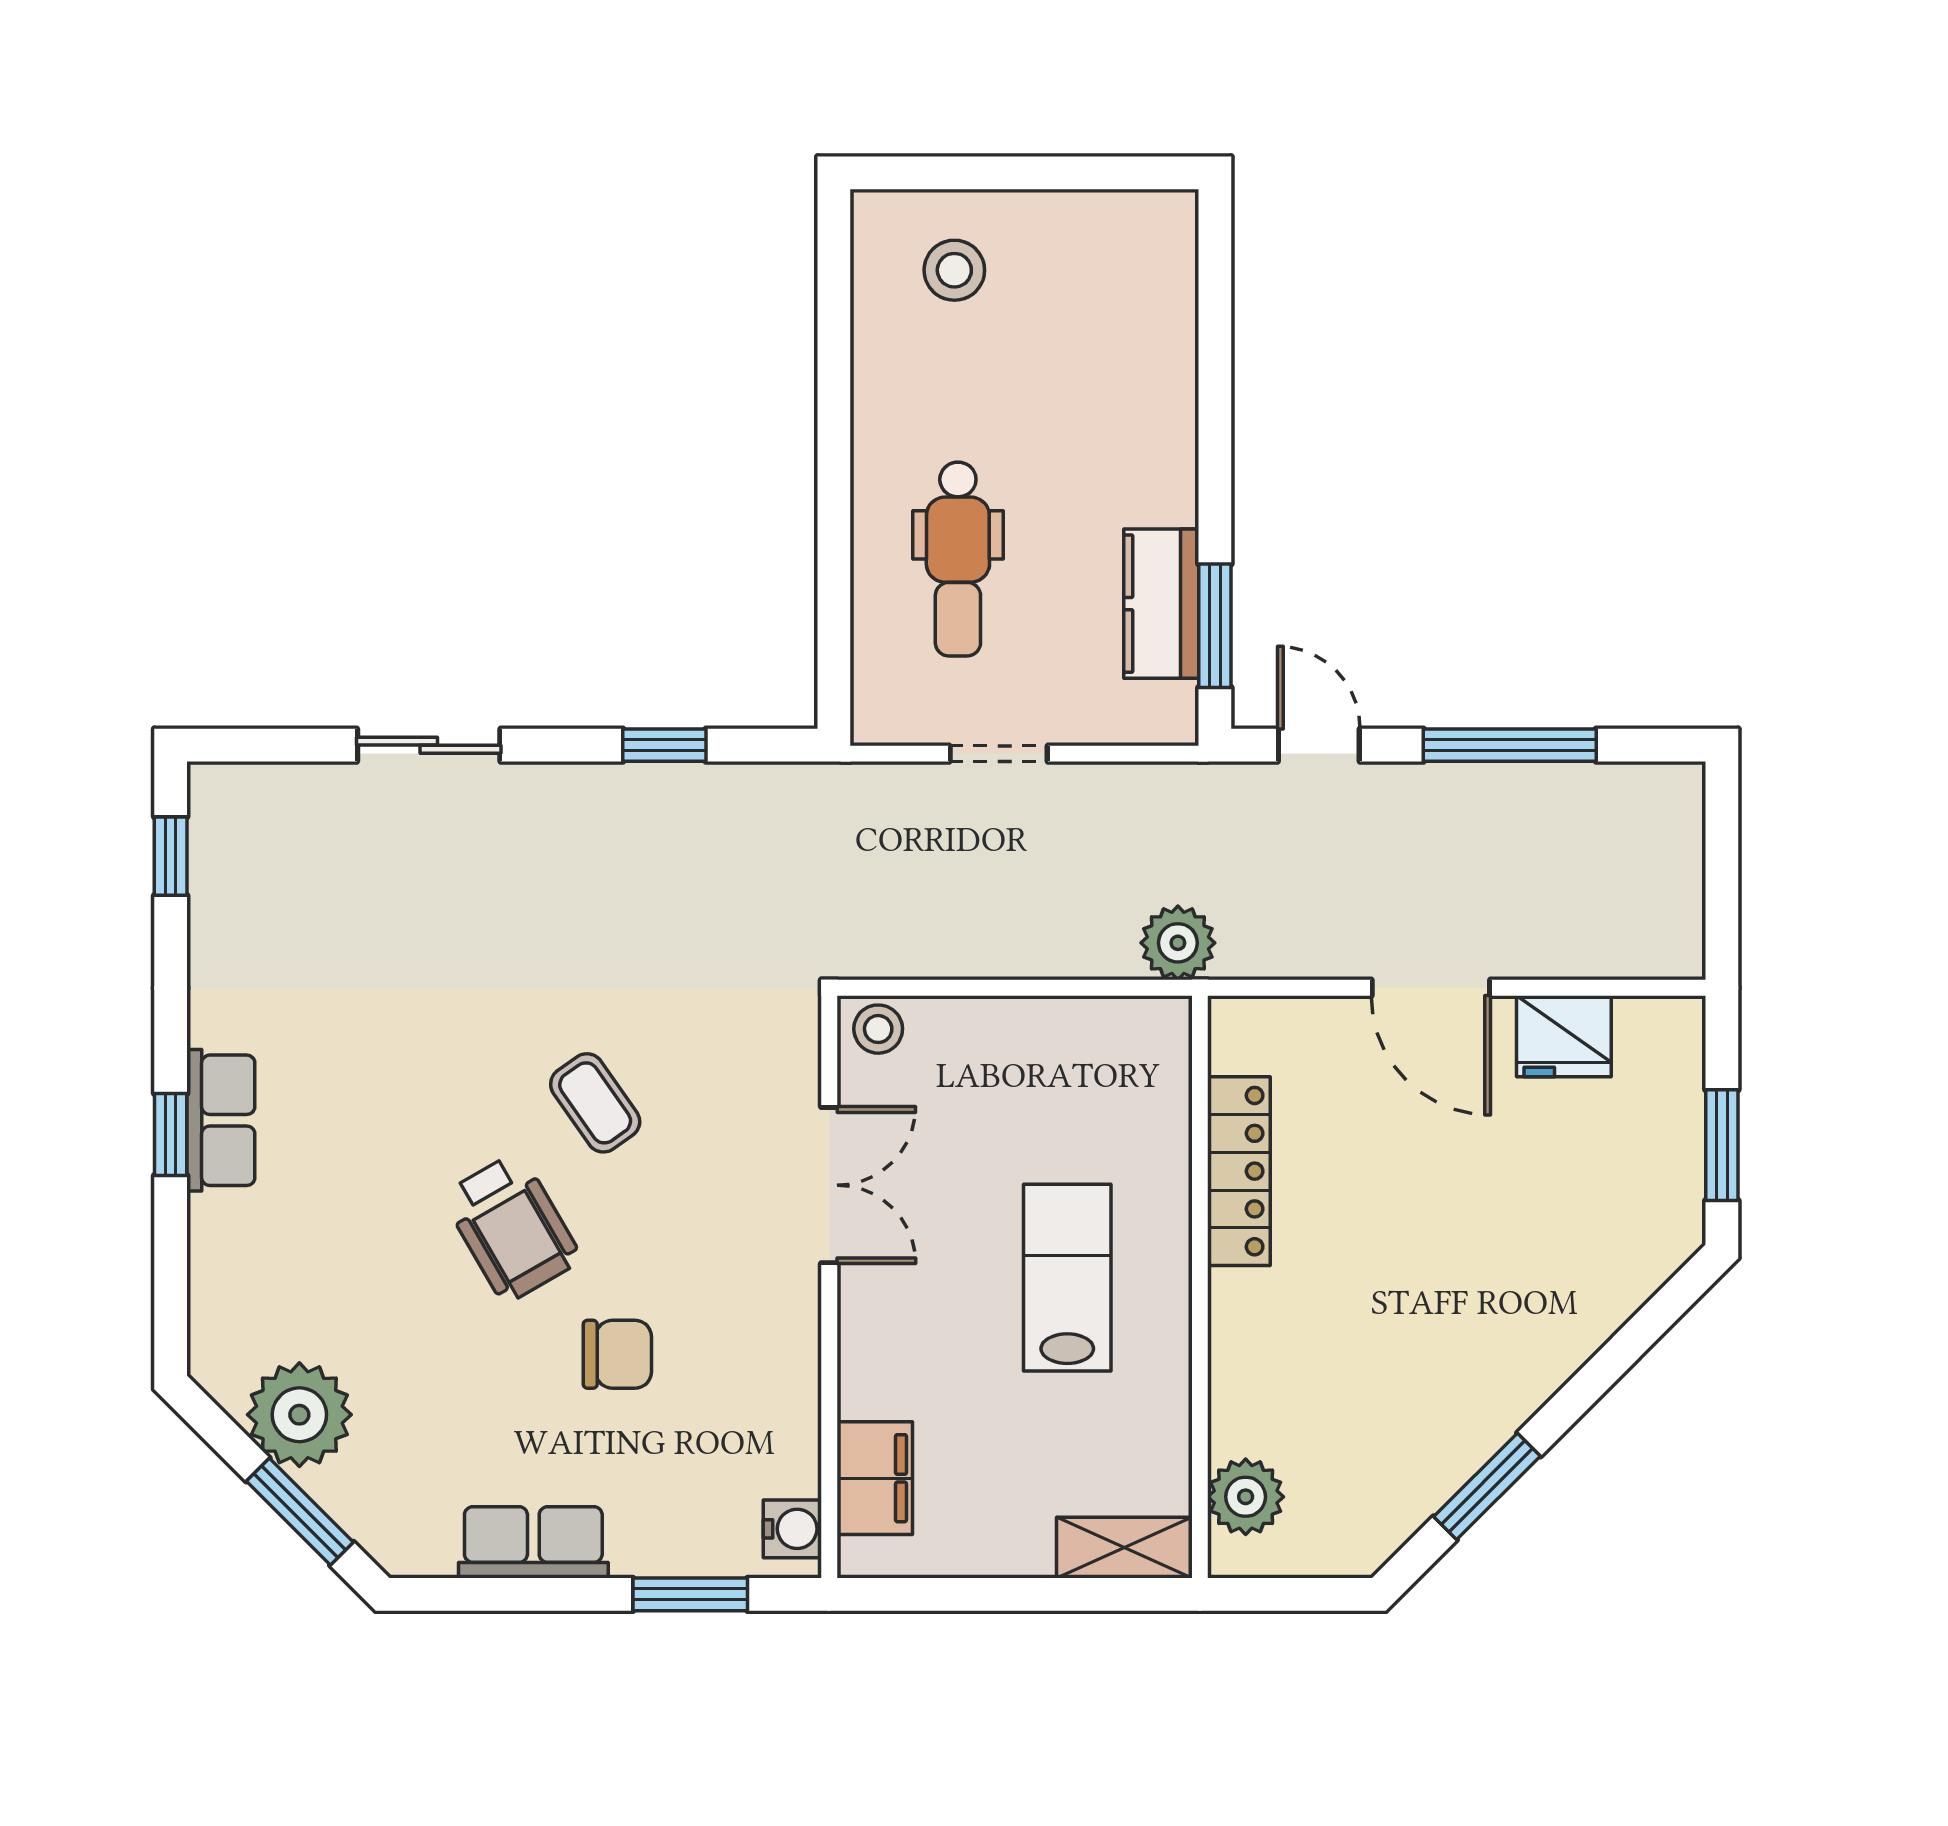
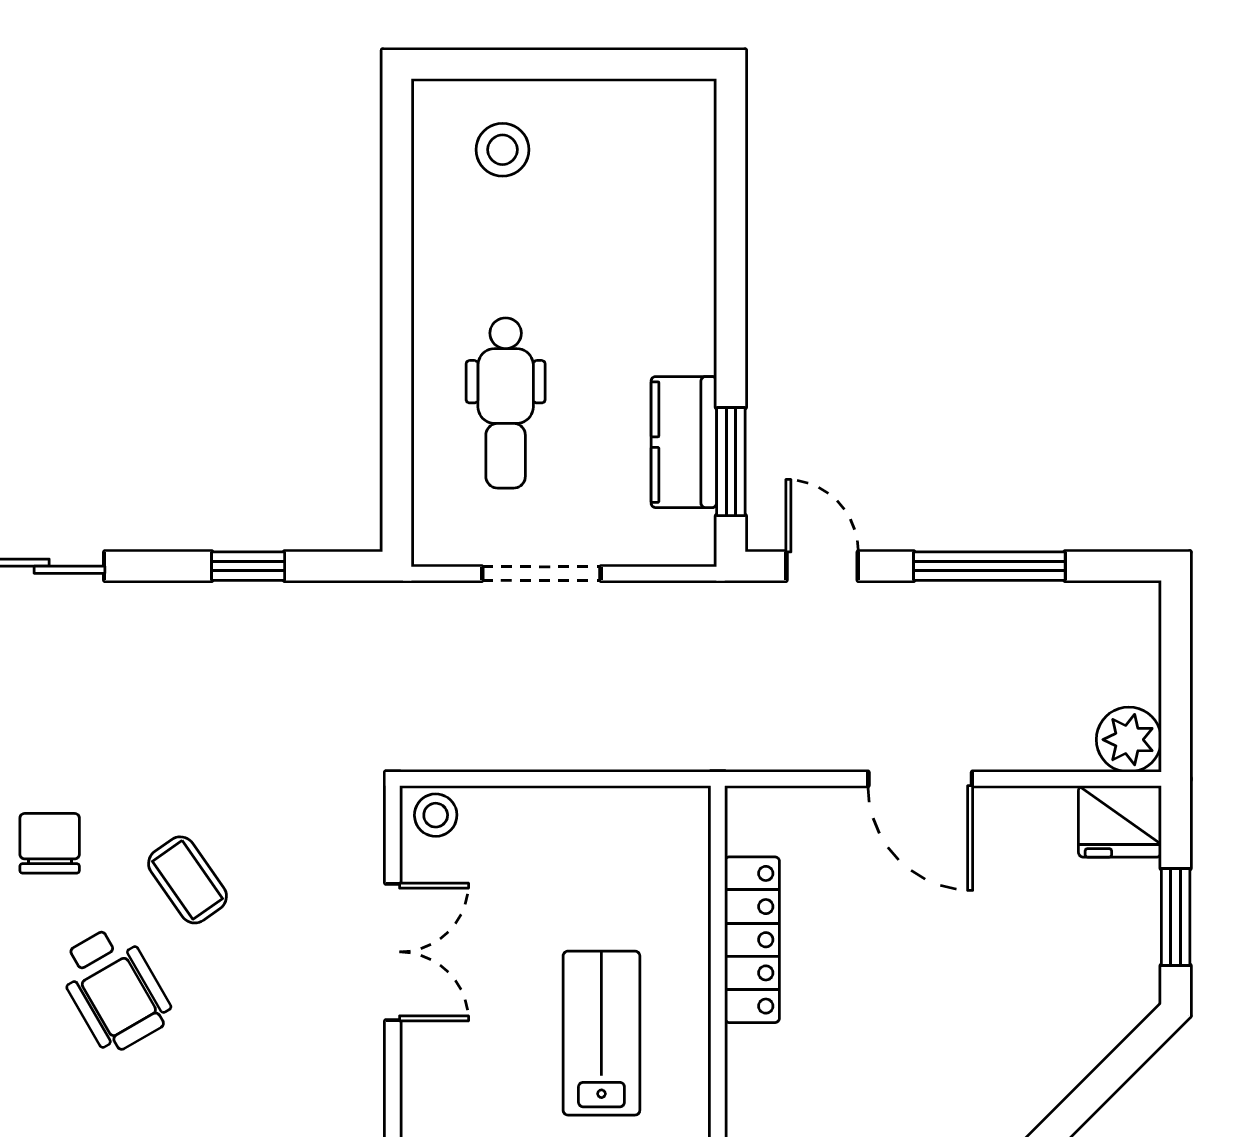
doorway: (999, 754) -> (541, 574), width x1.38
plant: (1178, 943) -> (1129, 740), moved
fridge: (1564, 1036) -> (1120, 821), moved
chair: (617, 1354) -> (50, 843), moved, turned -90

